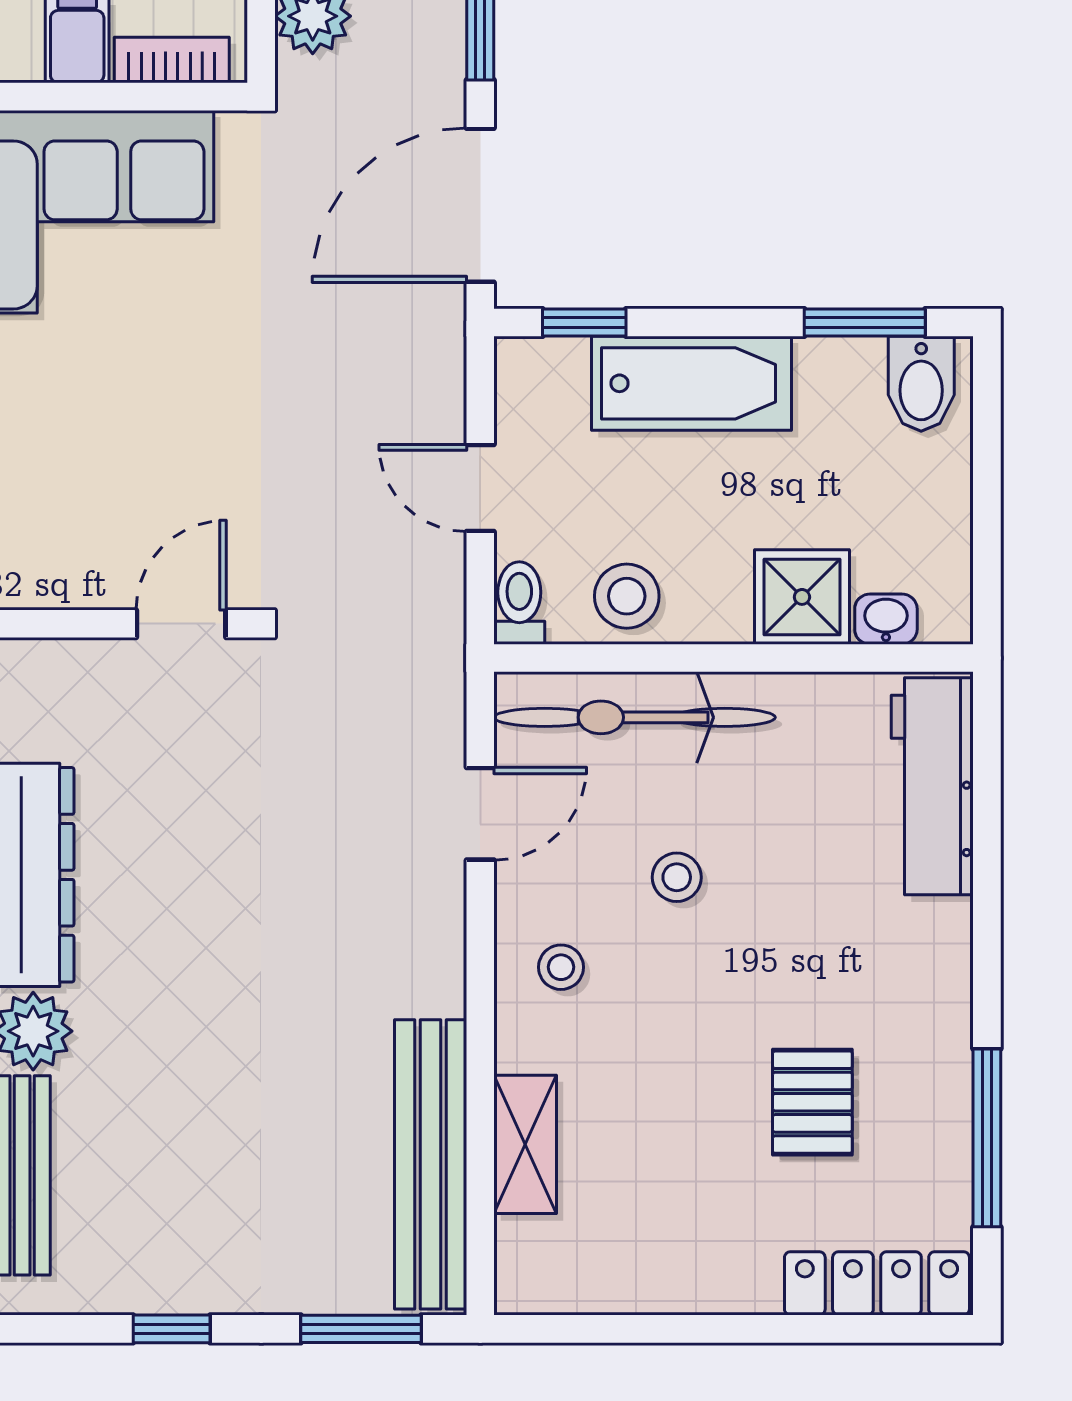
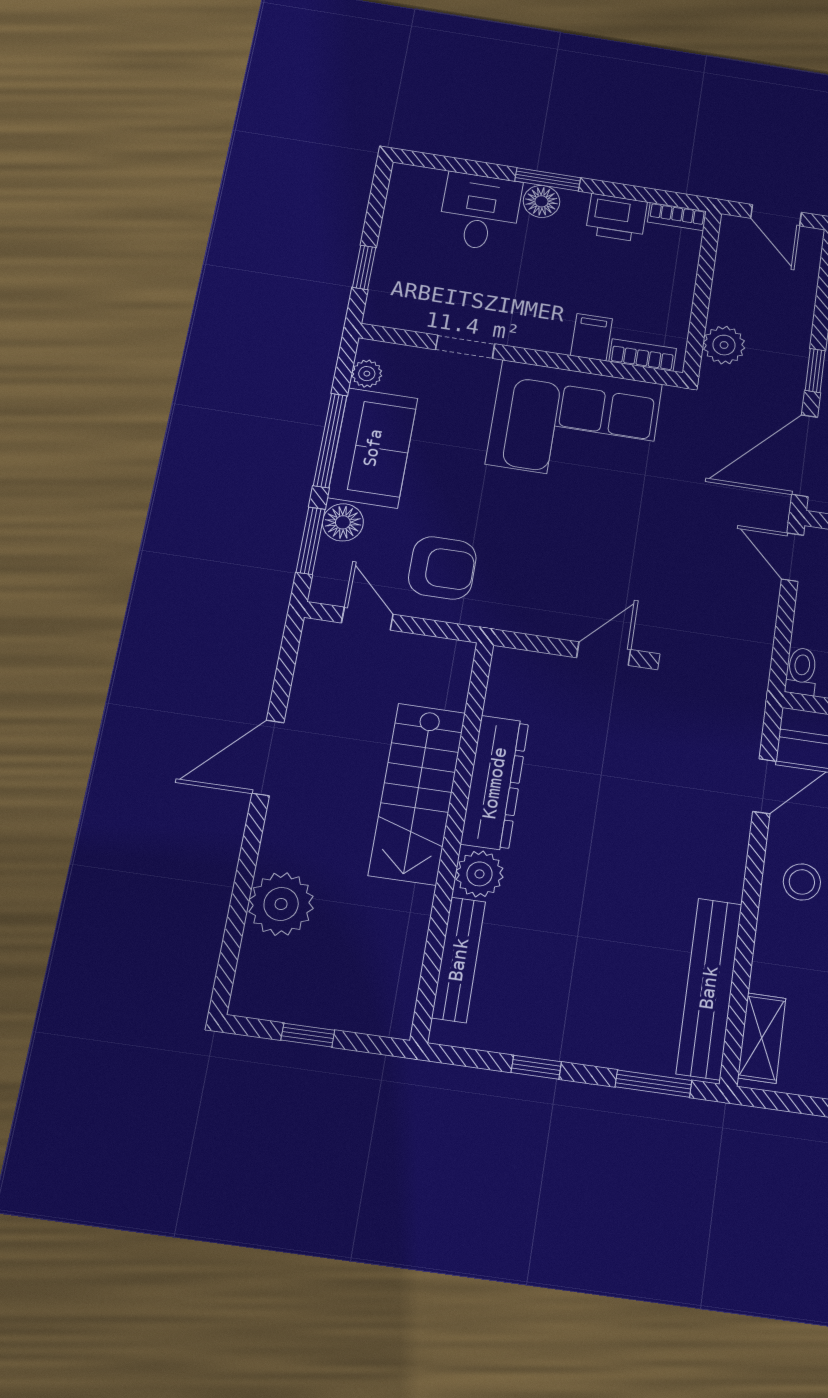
door: (480, 488) -> (792, 557), moved
stool: (561, 967) -> (802, 882), width x1.37, depth x1.37
shelving: (525, 1144) -> (762, 1038), moved

